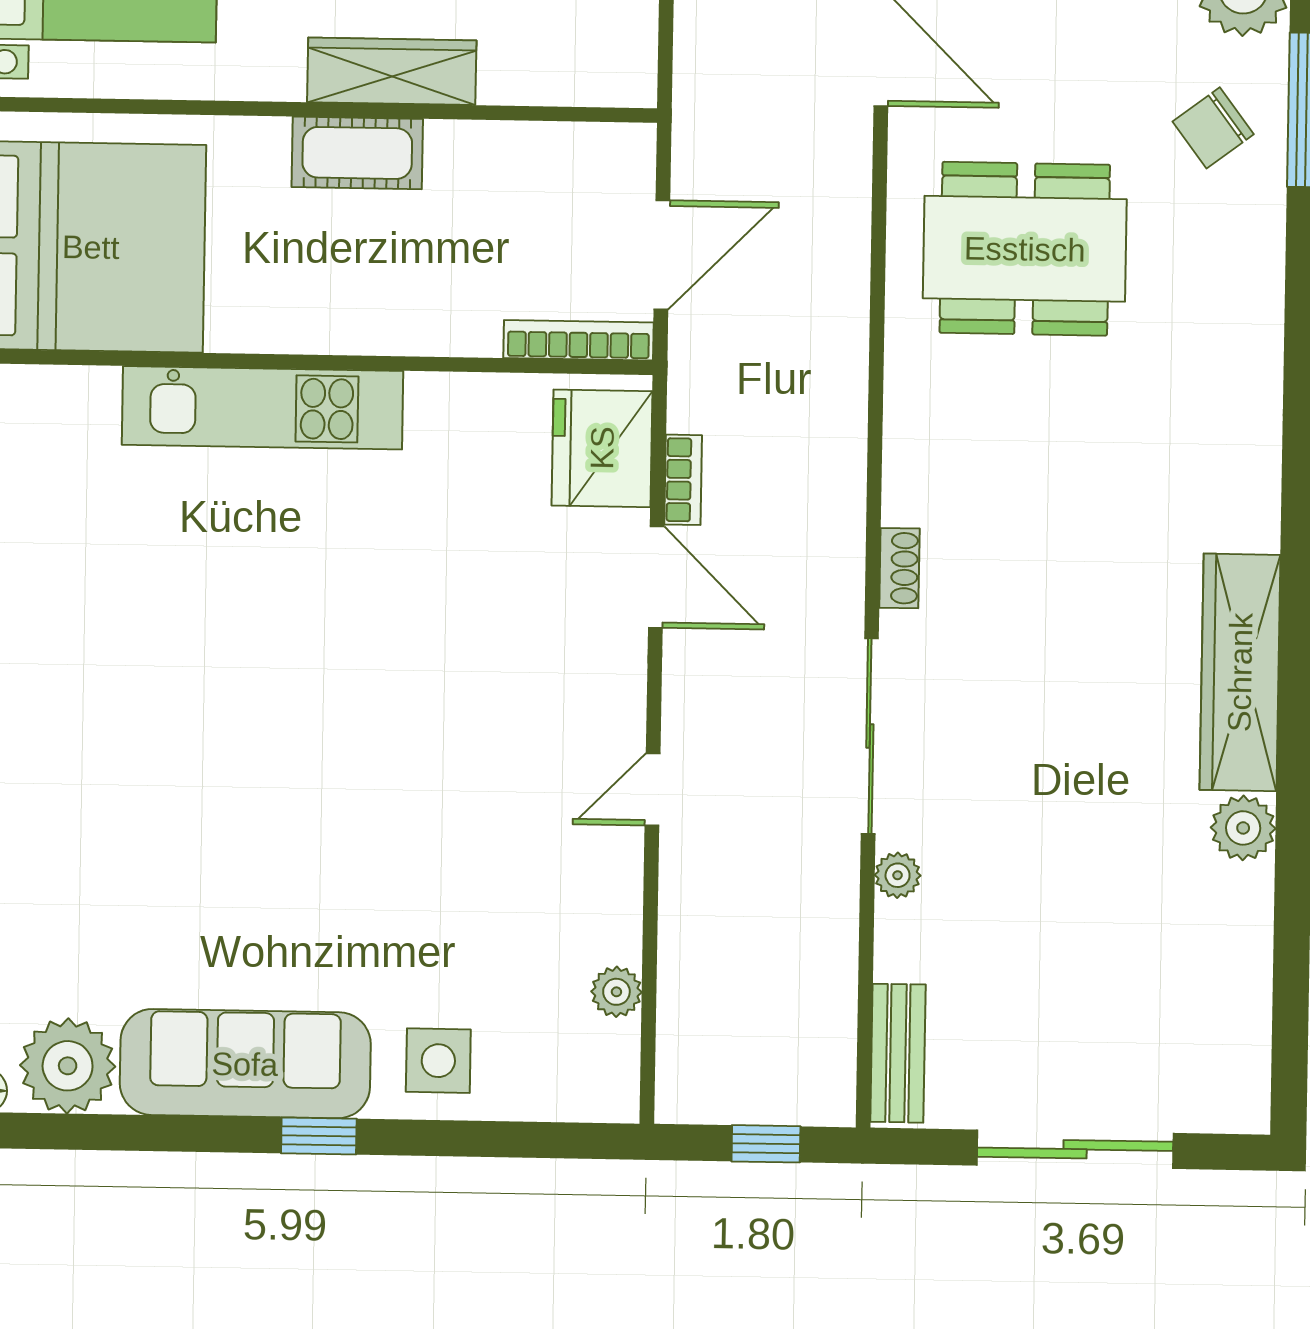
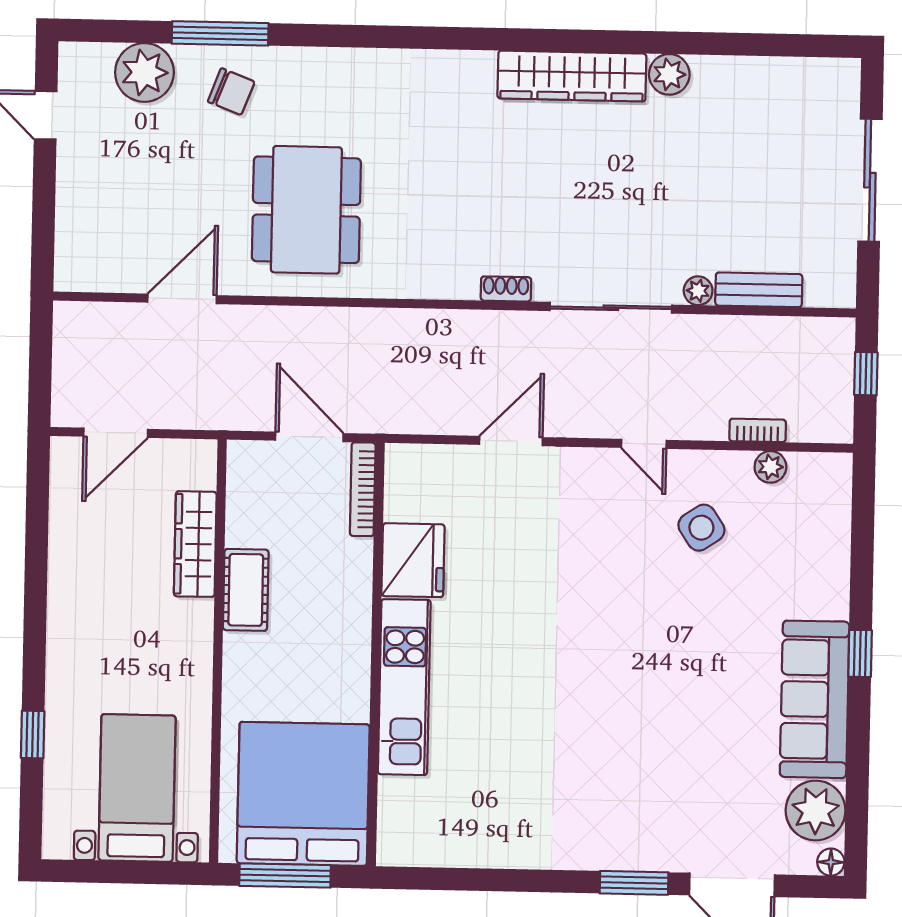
wardrobe: (392, 71) -> (195, 544), moved
chair: (1213, 128) -> (231, 92), turned -32
cot: (357, 153) -> (246, 590), moved
fridge: (602, 448) -> (413, 560), moved, turned -90
bookcase: (683, 480) -> (758, 430), moved
bench: (898, 1053) -> (759, 290), moved
side table: (438, 1061) -> (701, 528), moved, turned -34

